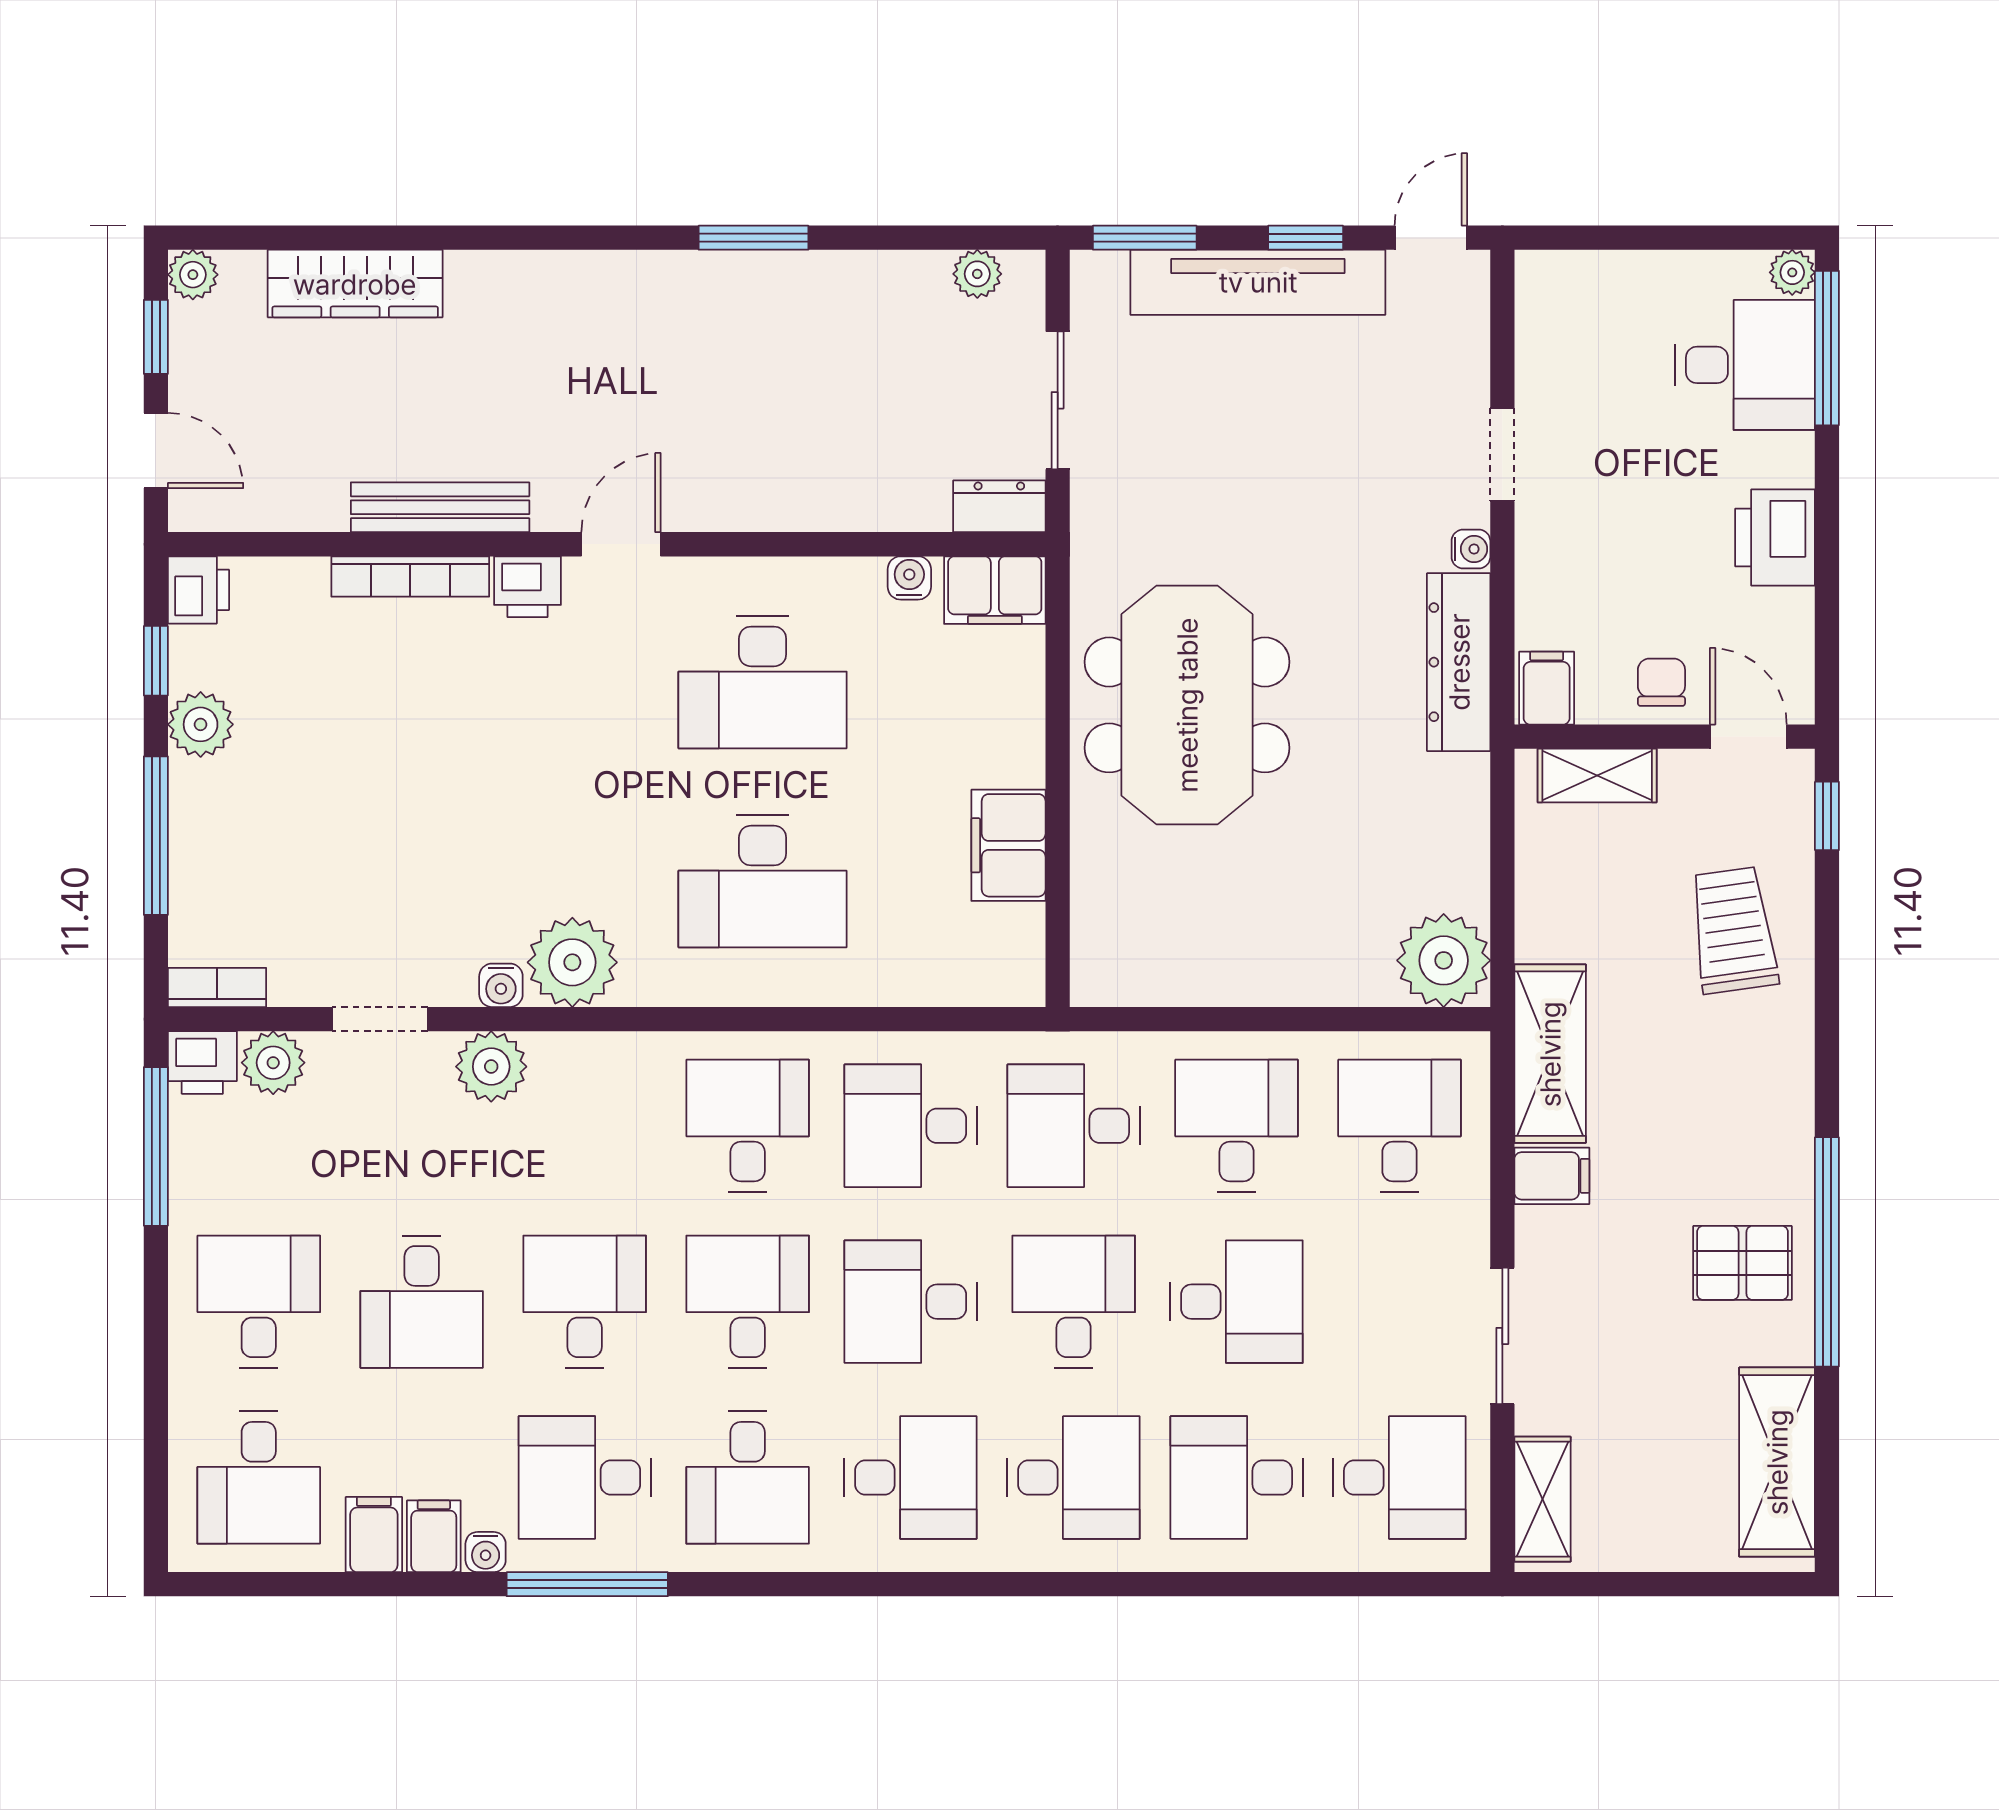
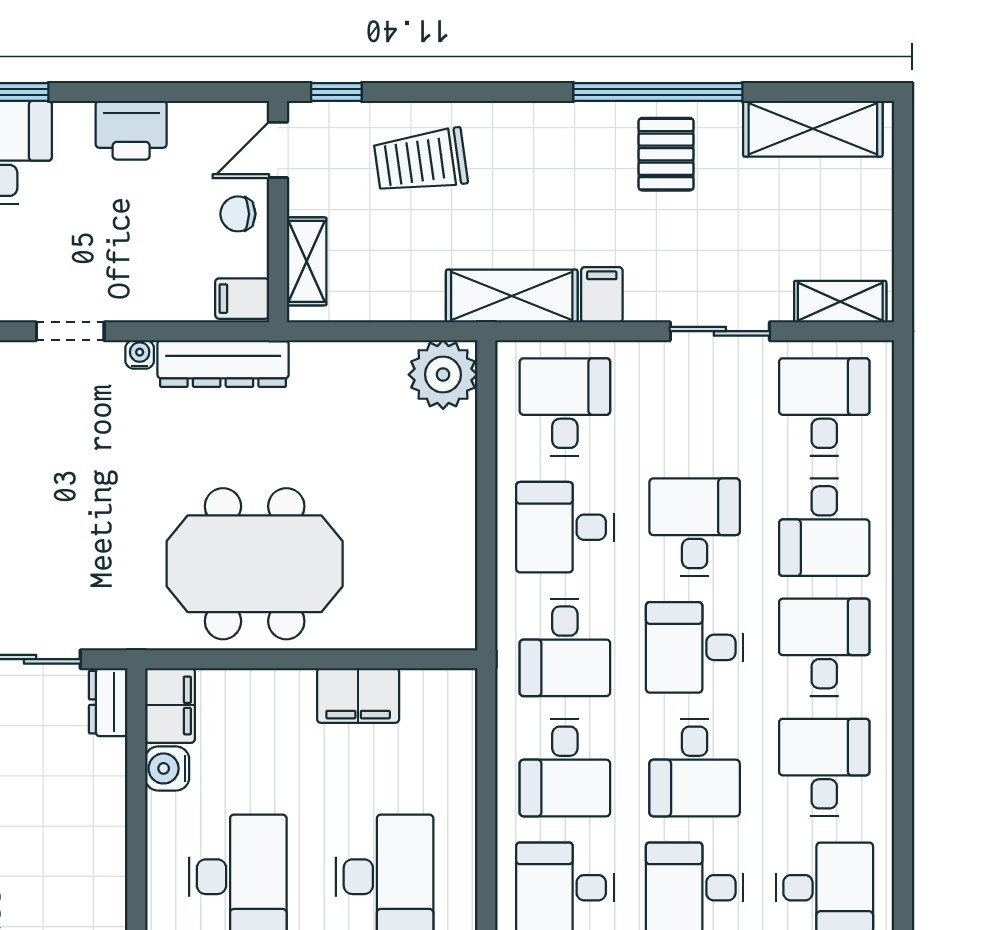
water cooler: (909, 578) -> (167, 768), width x1.38, depth x1.38
desk: (1400, 1126) -> (565, 407), turned 90

